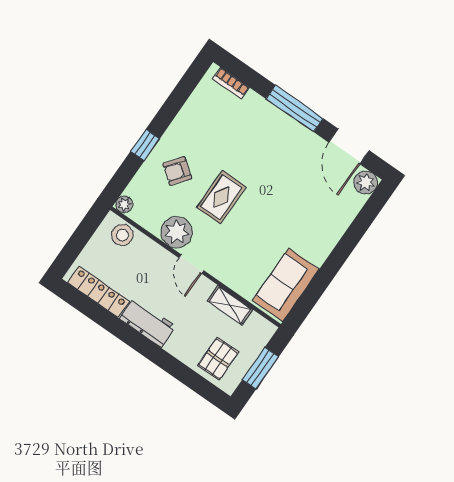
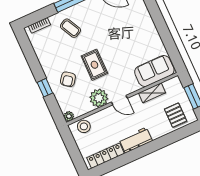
coffee table: (254, 131) -> (70, 28), added
sofa: (286, 285) -> (154, 71), moved, turned 90

